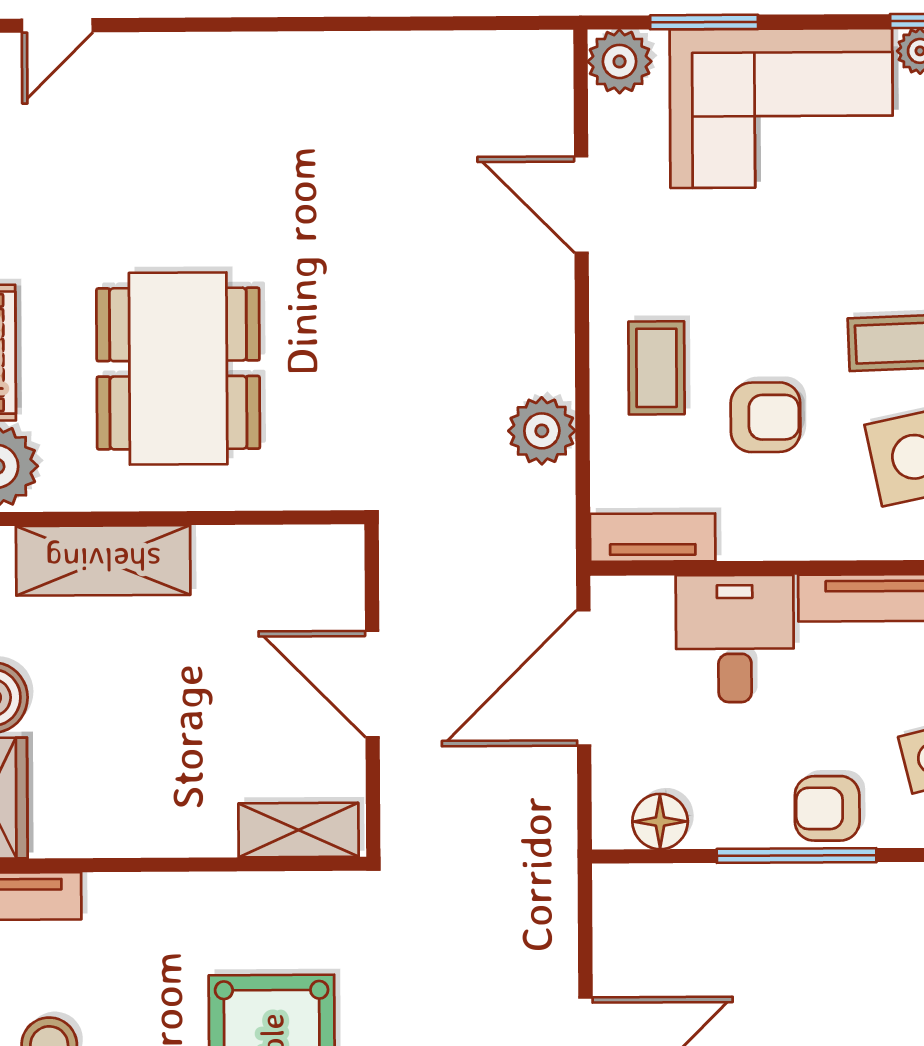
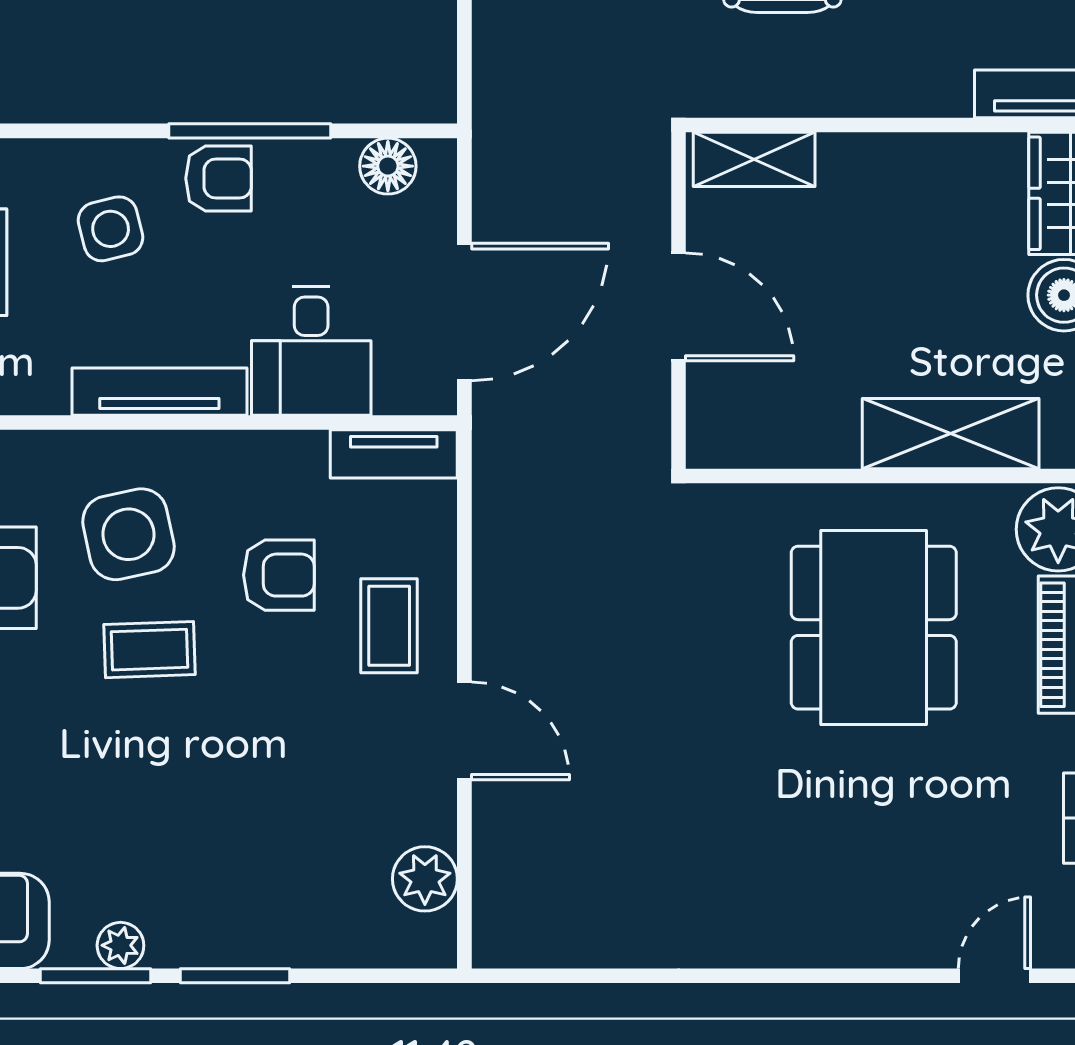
window: (704, 22) -> (235, 976), moved
plant: (620, 61) -> (425, 879), moved
corner sofa: (781, 108) -> (261, 888), removed
door: (581, 205) -> (464, 731), moved
armchair: (766, 417) -> (279, 575), turned 180
plant: (542, 431) -> (506, 563), removed

